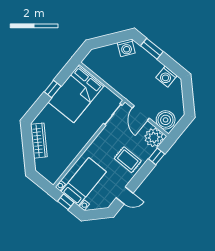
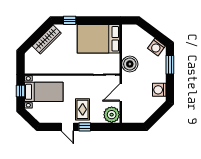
window: (53, 89) -> (70, 20), moved
boiler: (166, 120) -> (130, 64), moved
window: (157, 156) -> (85, 127), moved
door: (125, 195) -> (67, 127), moved

